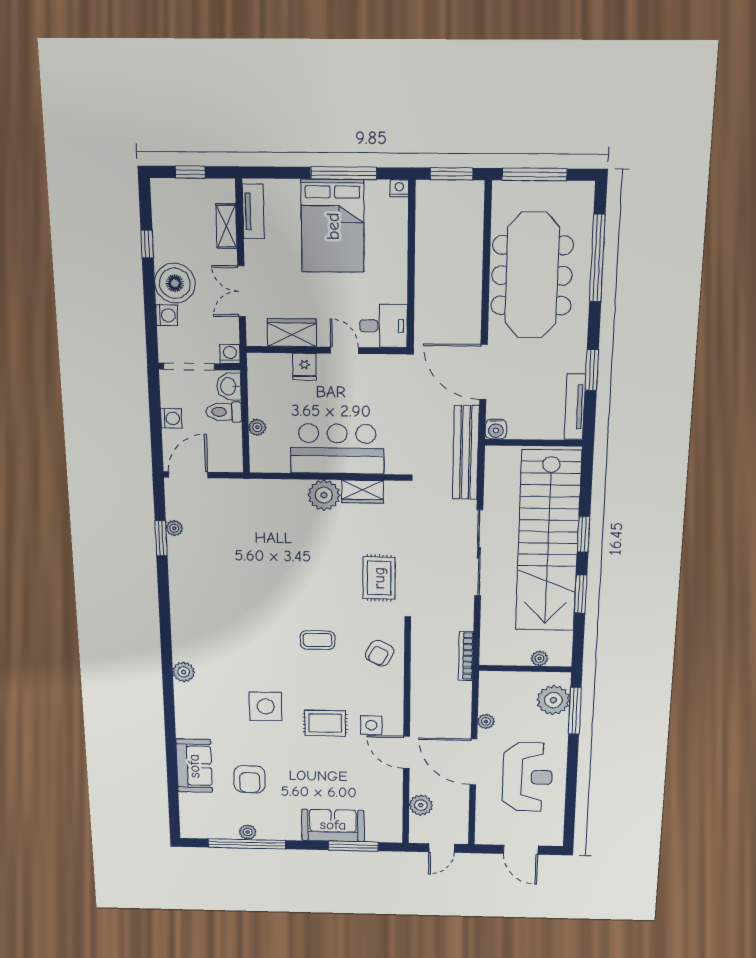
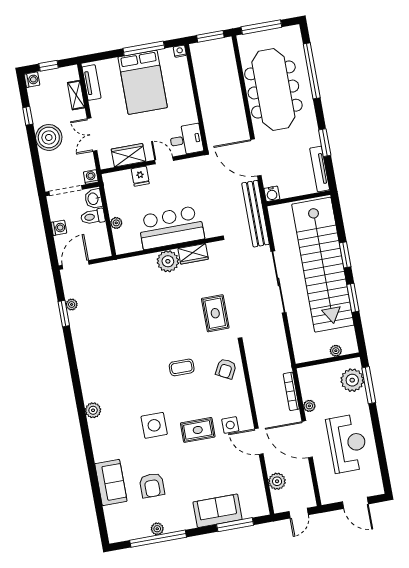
washing machine: (167, 315) -> (32, 80), moved
bookcase: (466, 656) -> (291, 391), moved

